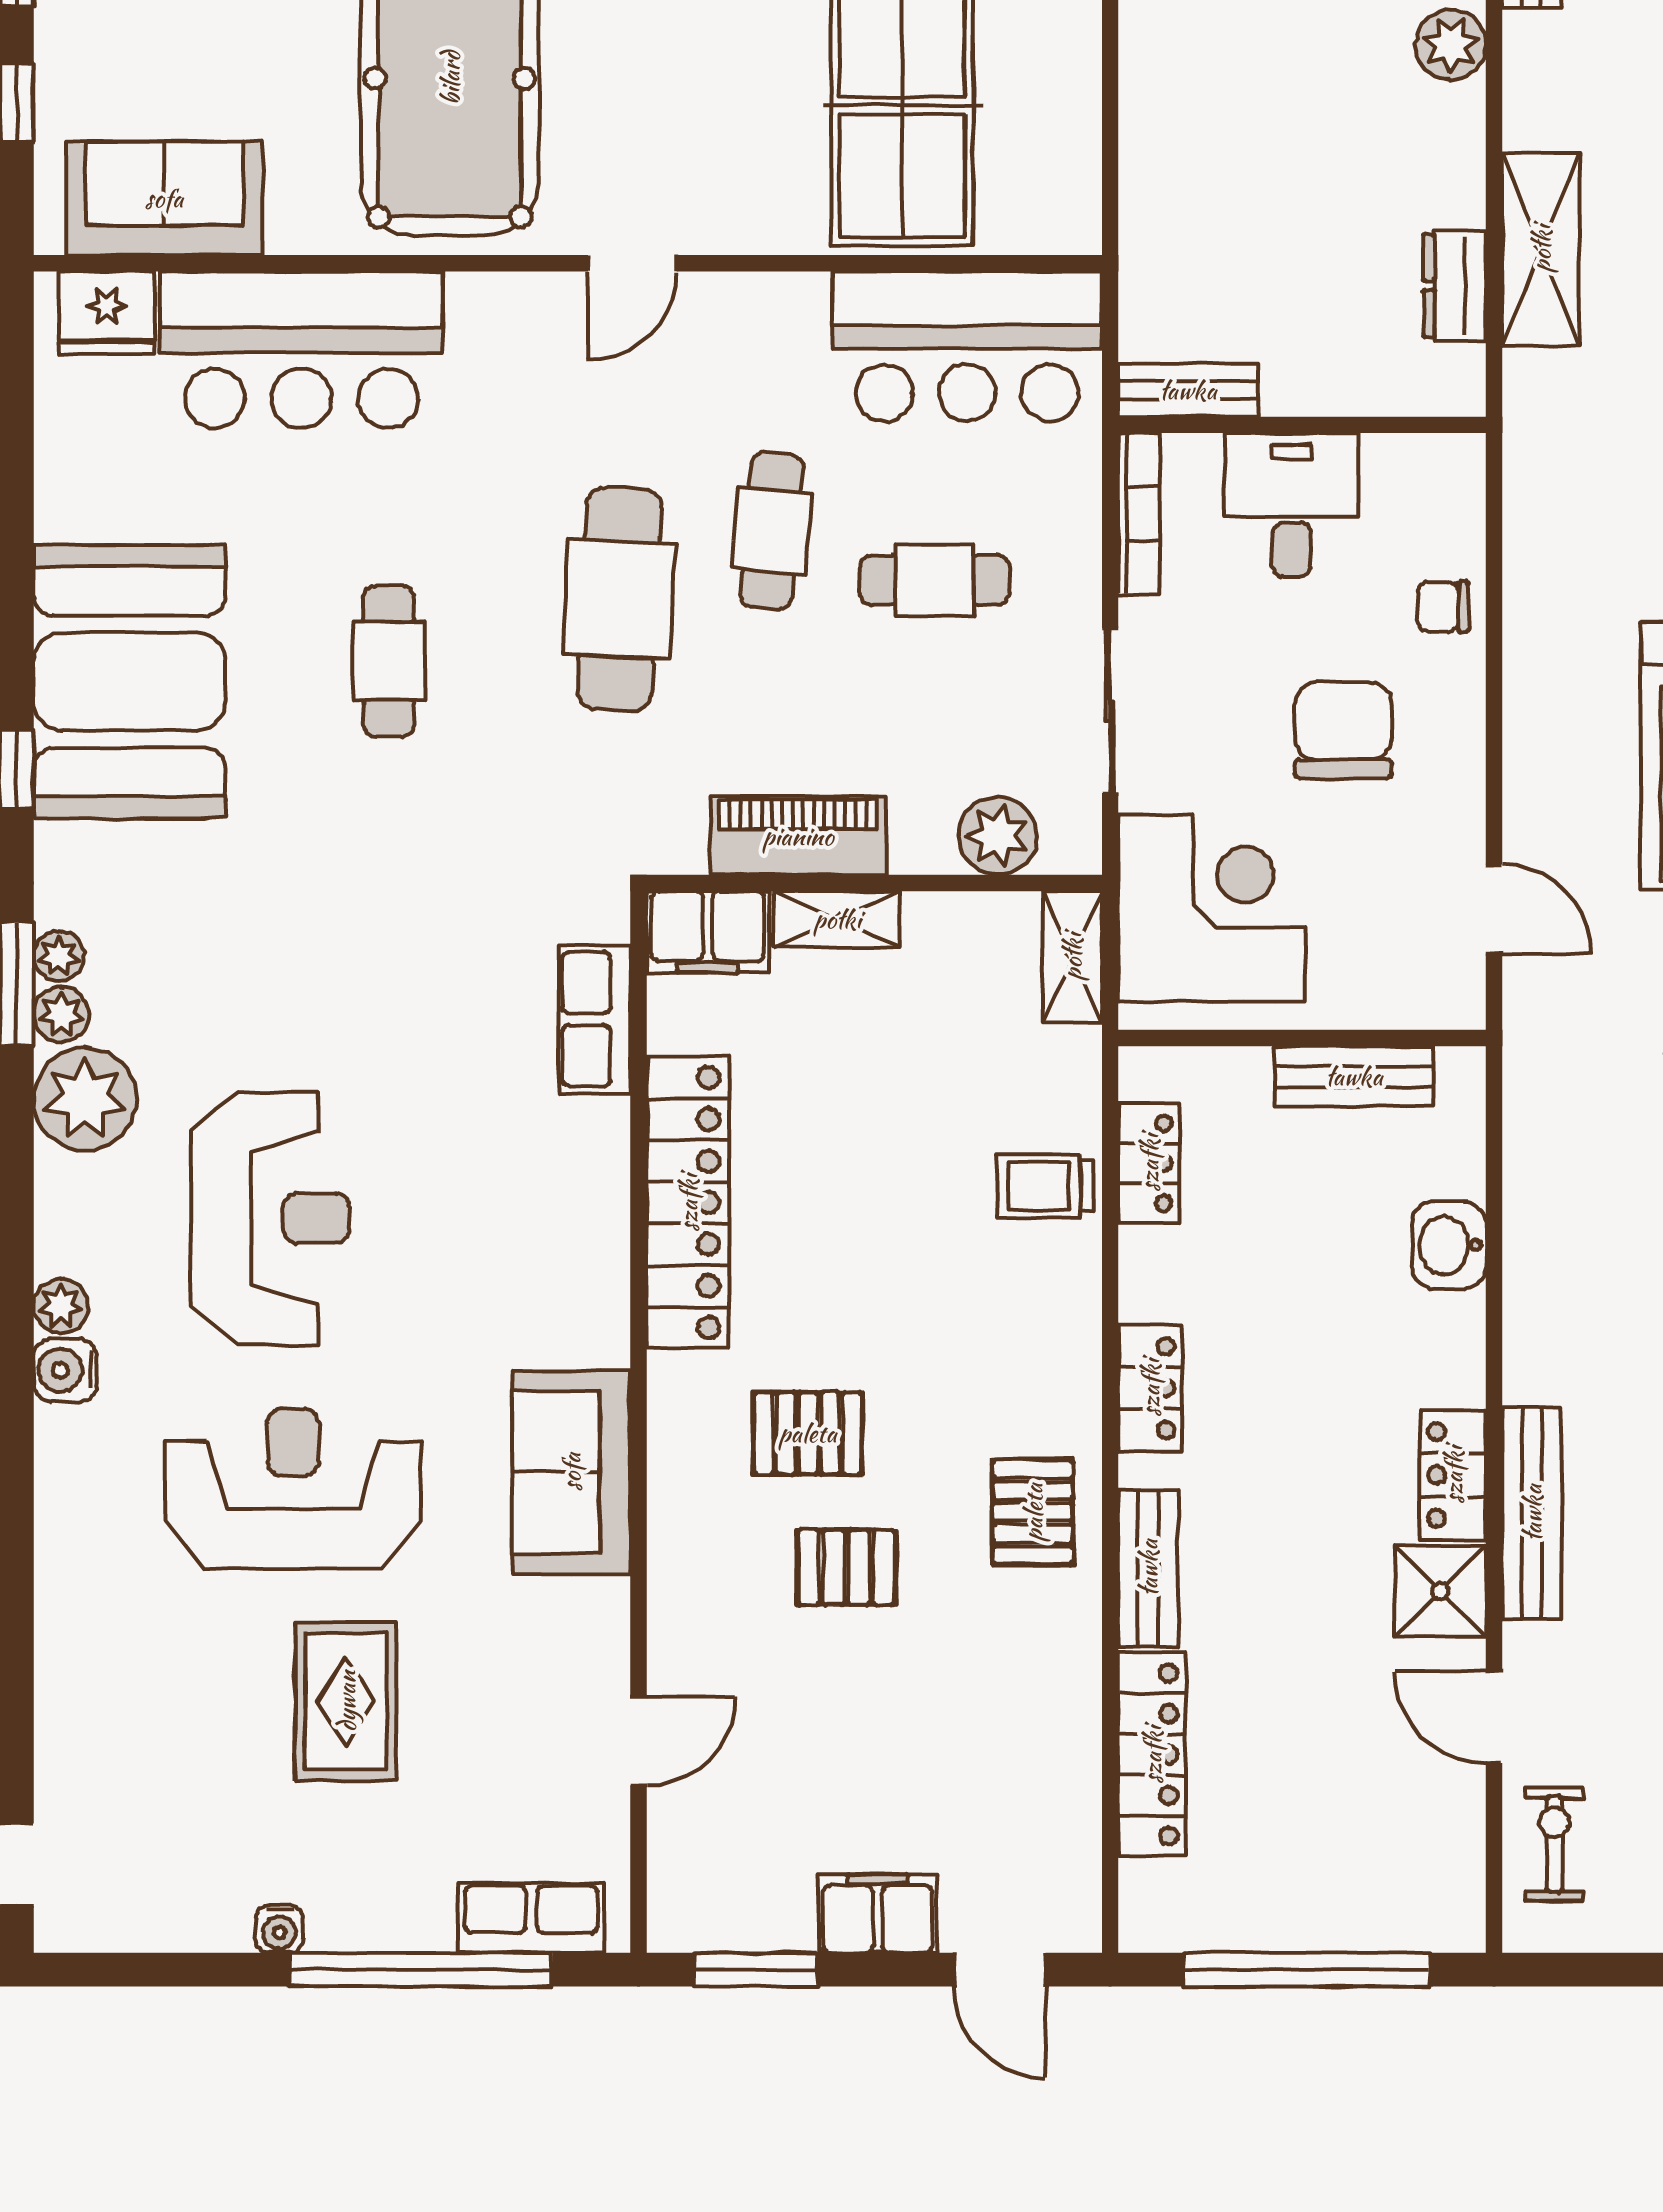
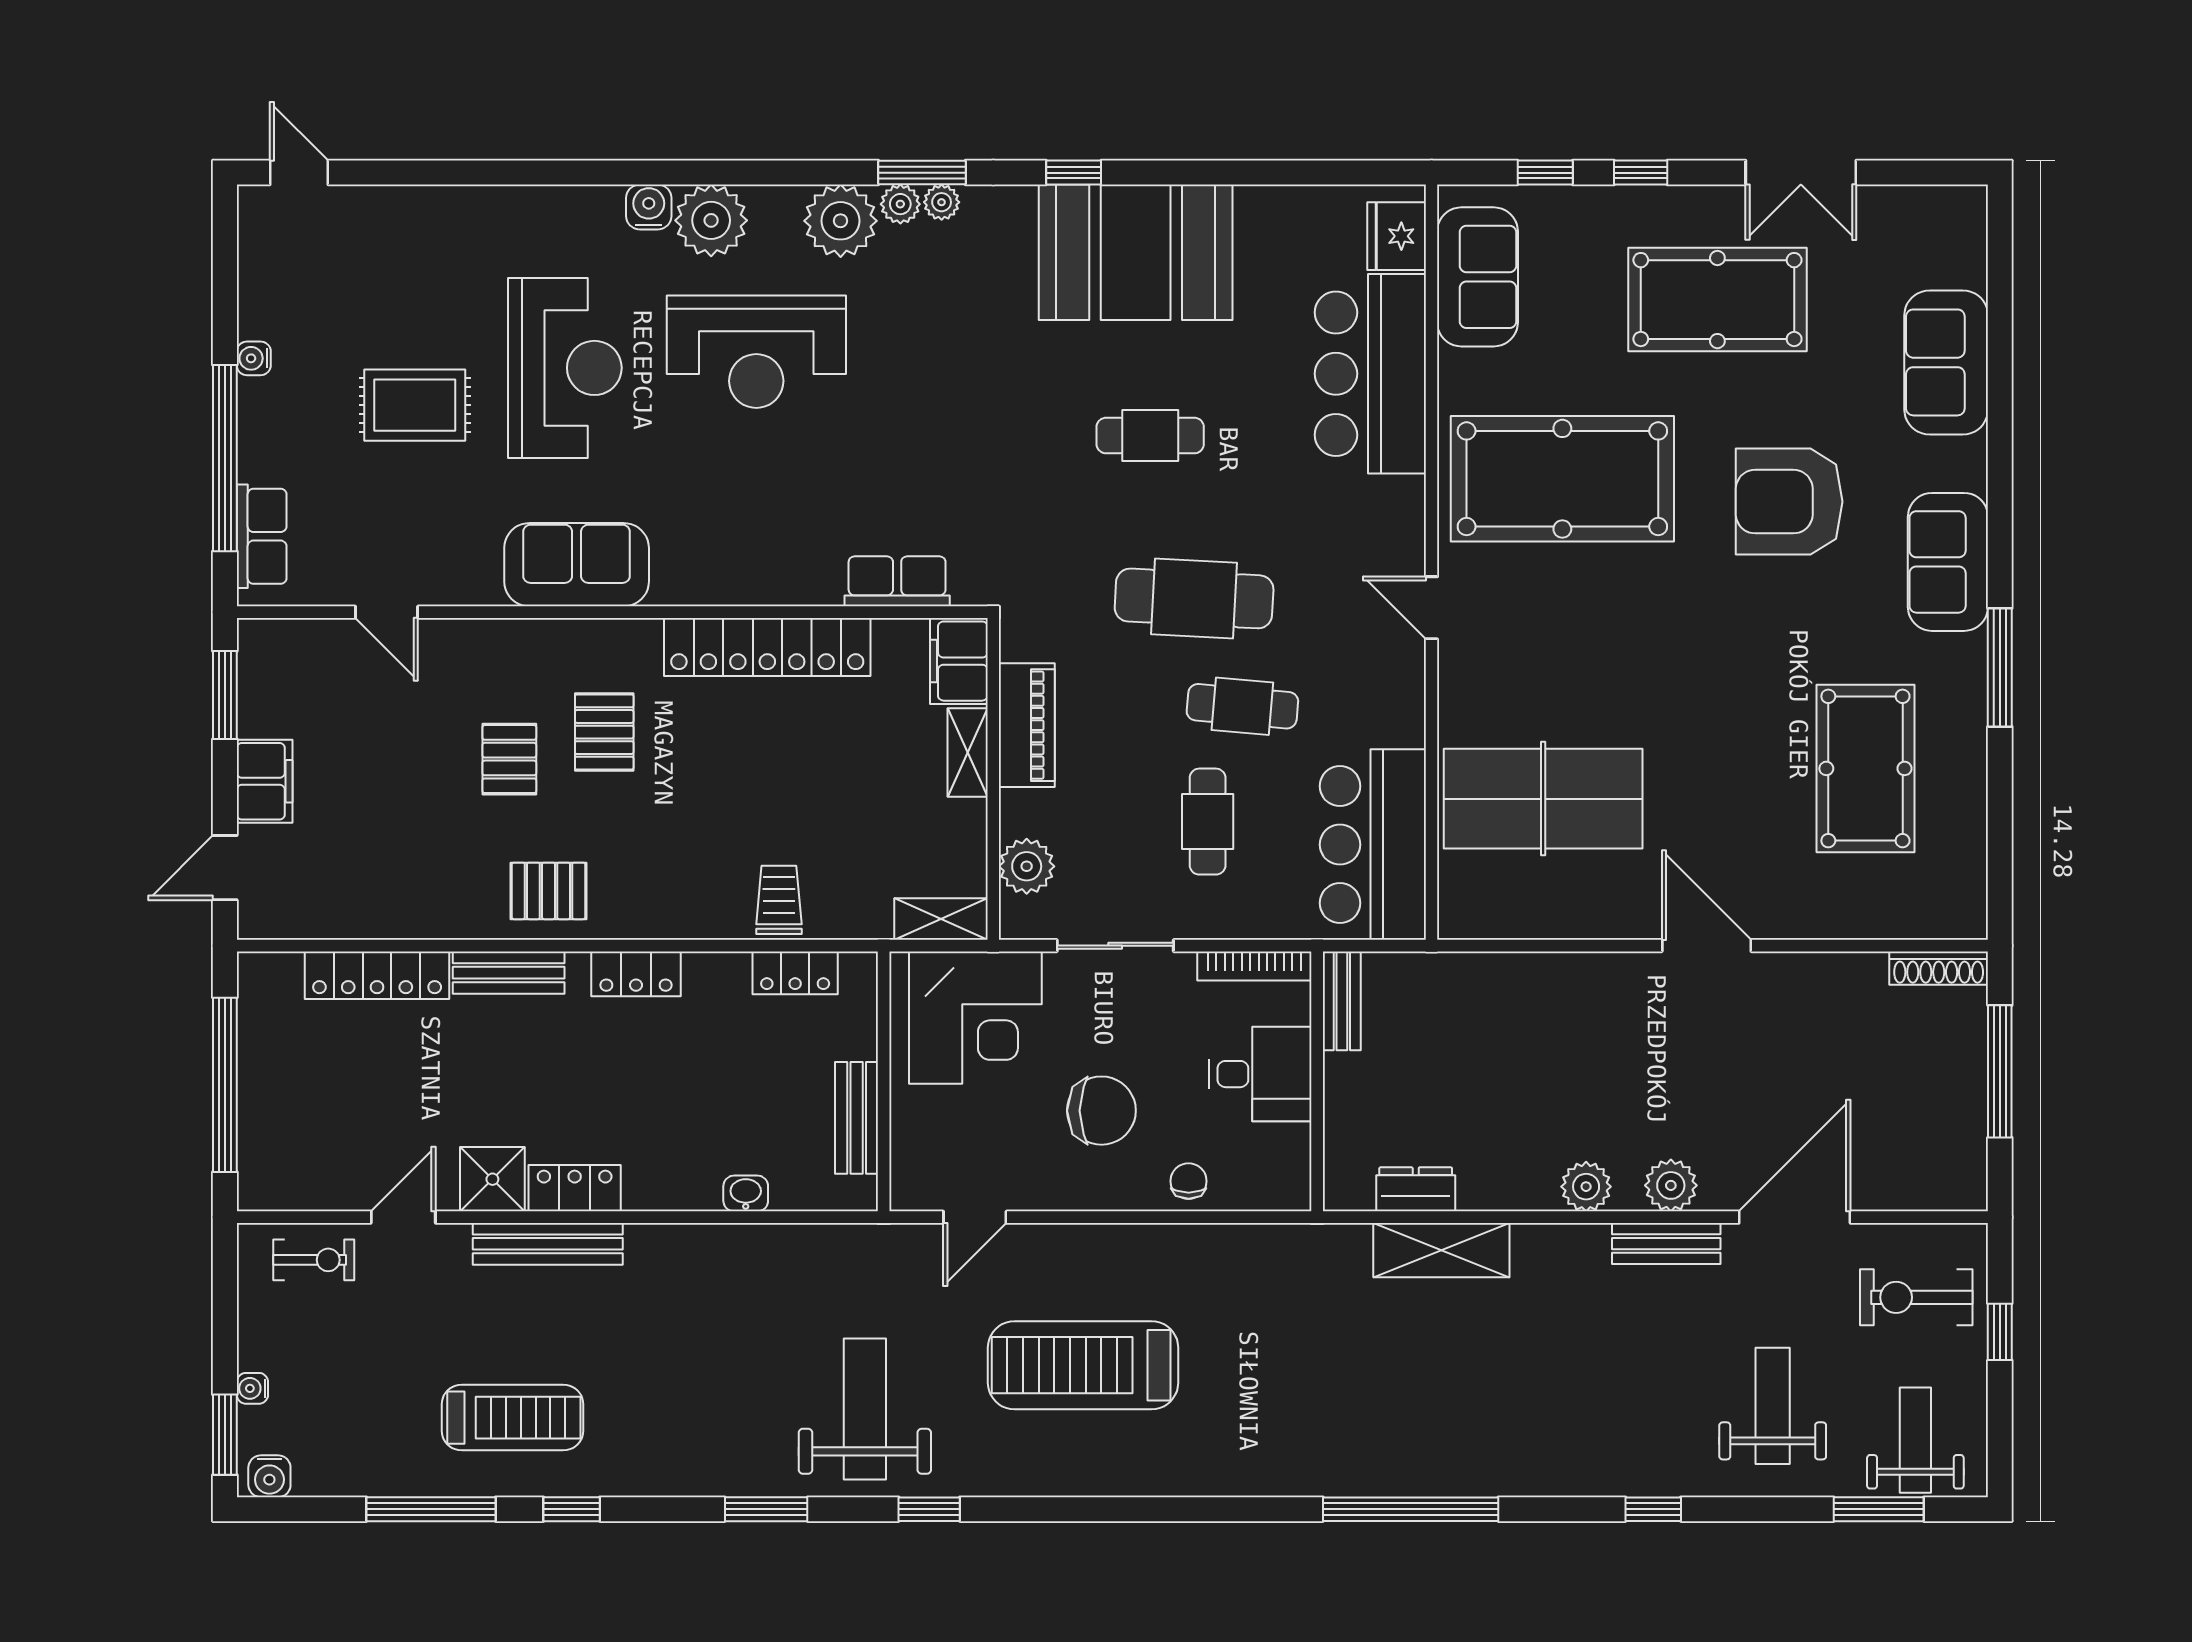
washbasin: (1449, 1245) -> (746, 1193), width x0.72, depth x0.69
plant: (61, 1306) -> (711, 220), width x1.87, depth x1.87

